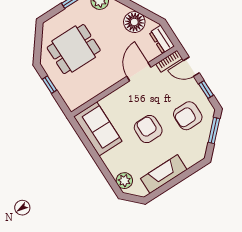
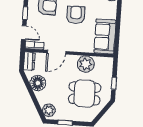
plant: (97, 83) -> (86, 64), added
armchair: (148, 129) -> (76, 15), turned 180

